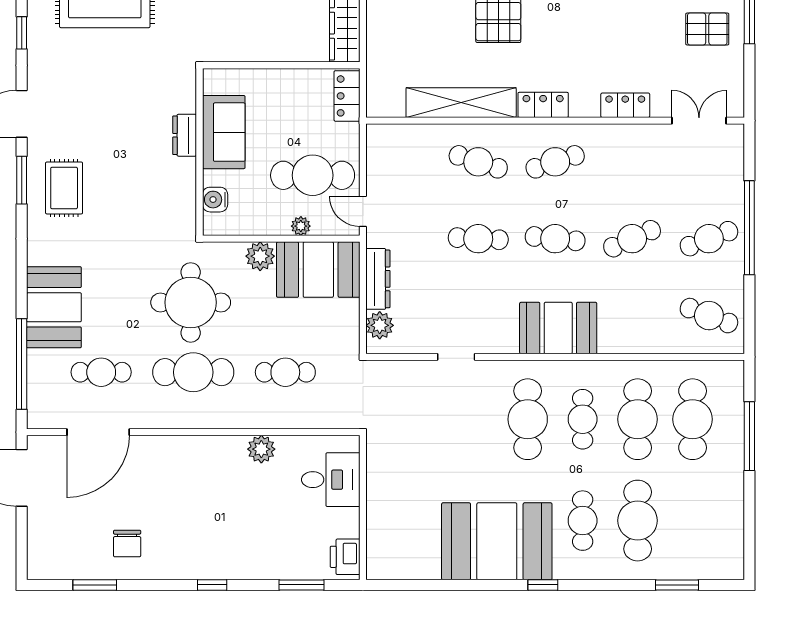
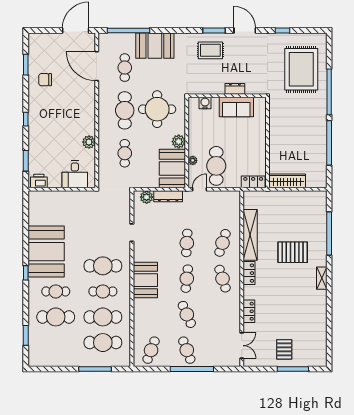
sofa: (224, 132) -> (236, 107), moved
dresser: (185, 135) -> (235, 89), moved
wall: (200, 152) -> (227, 96), moved
water cooler: (215, 200) -> (205, 103), moved

